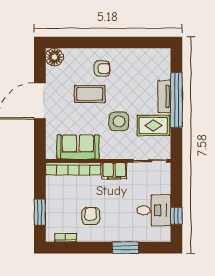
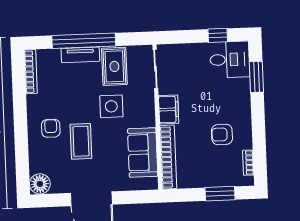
bookcase: (152, 53) -> (31, 72), added
desk: (154, 210) -> (230, 60), moved, turned 90
window: (125, 248) -> (256, 77), moved

